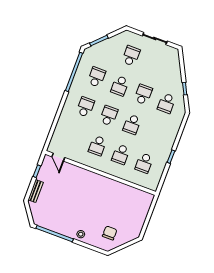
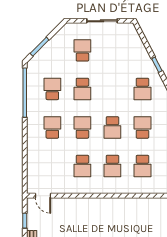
school desk: (143, 94) -> (142, 127), moved

